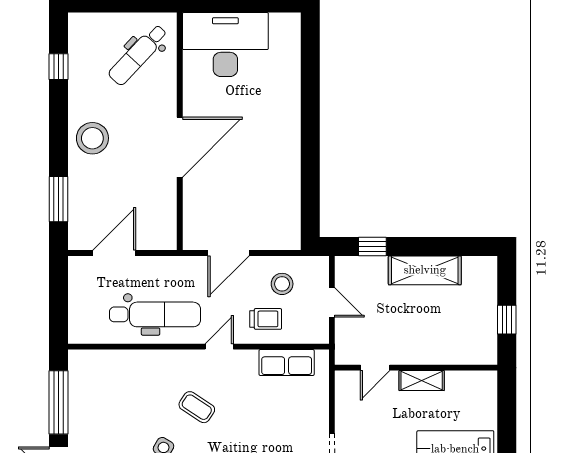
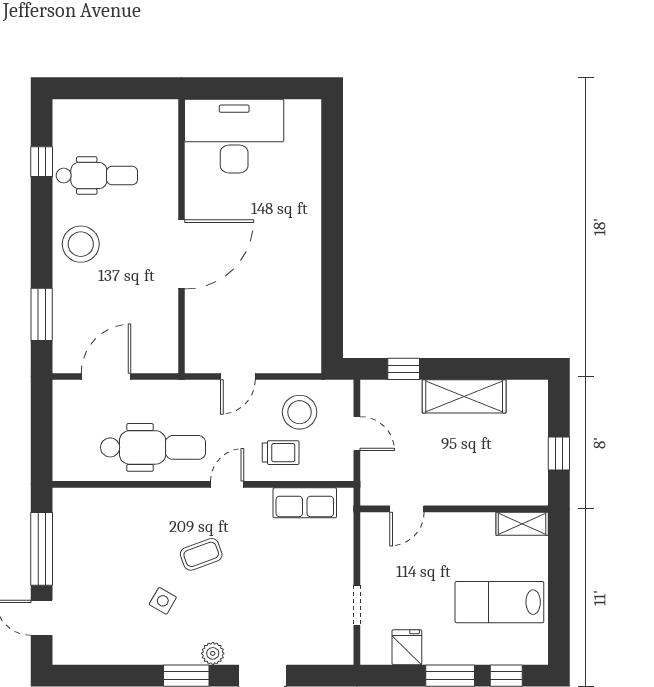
dental chair: (138, 55) -> (97, 176), moved, turned -133
door: (229, 253) -> (238, 377), width x0.73
stool: (282, 284) -> (300, 412), width x1.38, depth x1.38
shelving: (422, 381) -> (522, 524), moved
coffee table: (197, 407) -> (201, 554), turned -53

